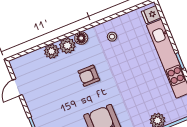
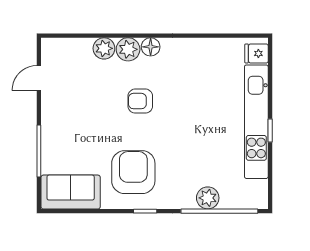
stool: (112, 37) -> (192, 62), removed

